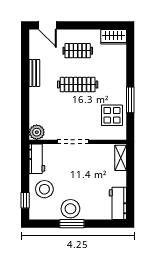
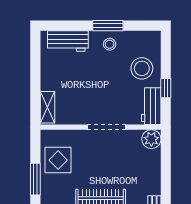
window: (25, 200) -> (166, 88), moved
workbench: (118, 203) -> (68, 41), moved, turned 90
stool: (70, 209) -> (110, 44), width x0.53, depth x0.53

